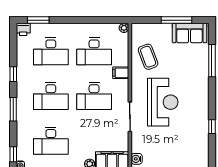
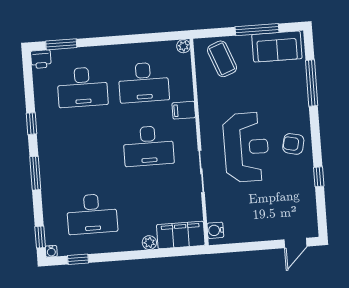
coffee table: (148, 57) -> (222, 59), moved
desk: (51, 96) -> (87, 150), removed
armchair: (196, 102) -> (293, 144), added

